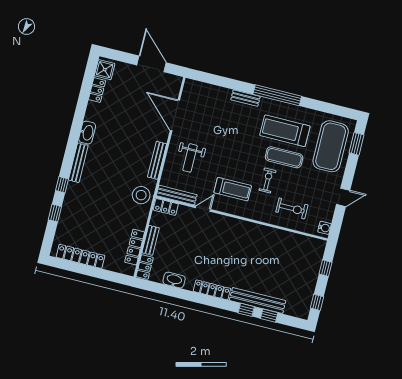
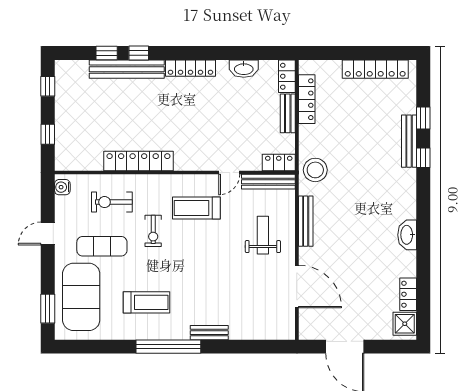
treadmill: (285, 131) -> (147, 302), width x0.73, depth x0.73
exercise mat: (284, 157) -> (102, 246), moved
bench: (78, 163) -> (409, 141), moved
locker: (266, 233) -> (138, 161), added

